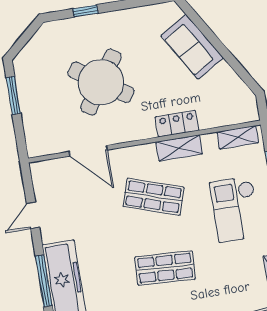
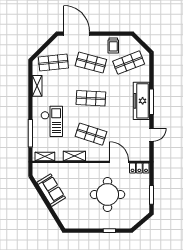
sofa: (192, 47) -> (51, 190), moved
round table: (101, 82) -> (107, 194), turned -34
locker: (177, 124) -> (139, 168), moved

